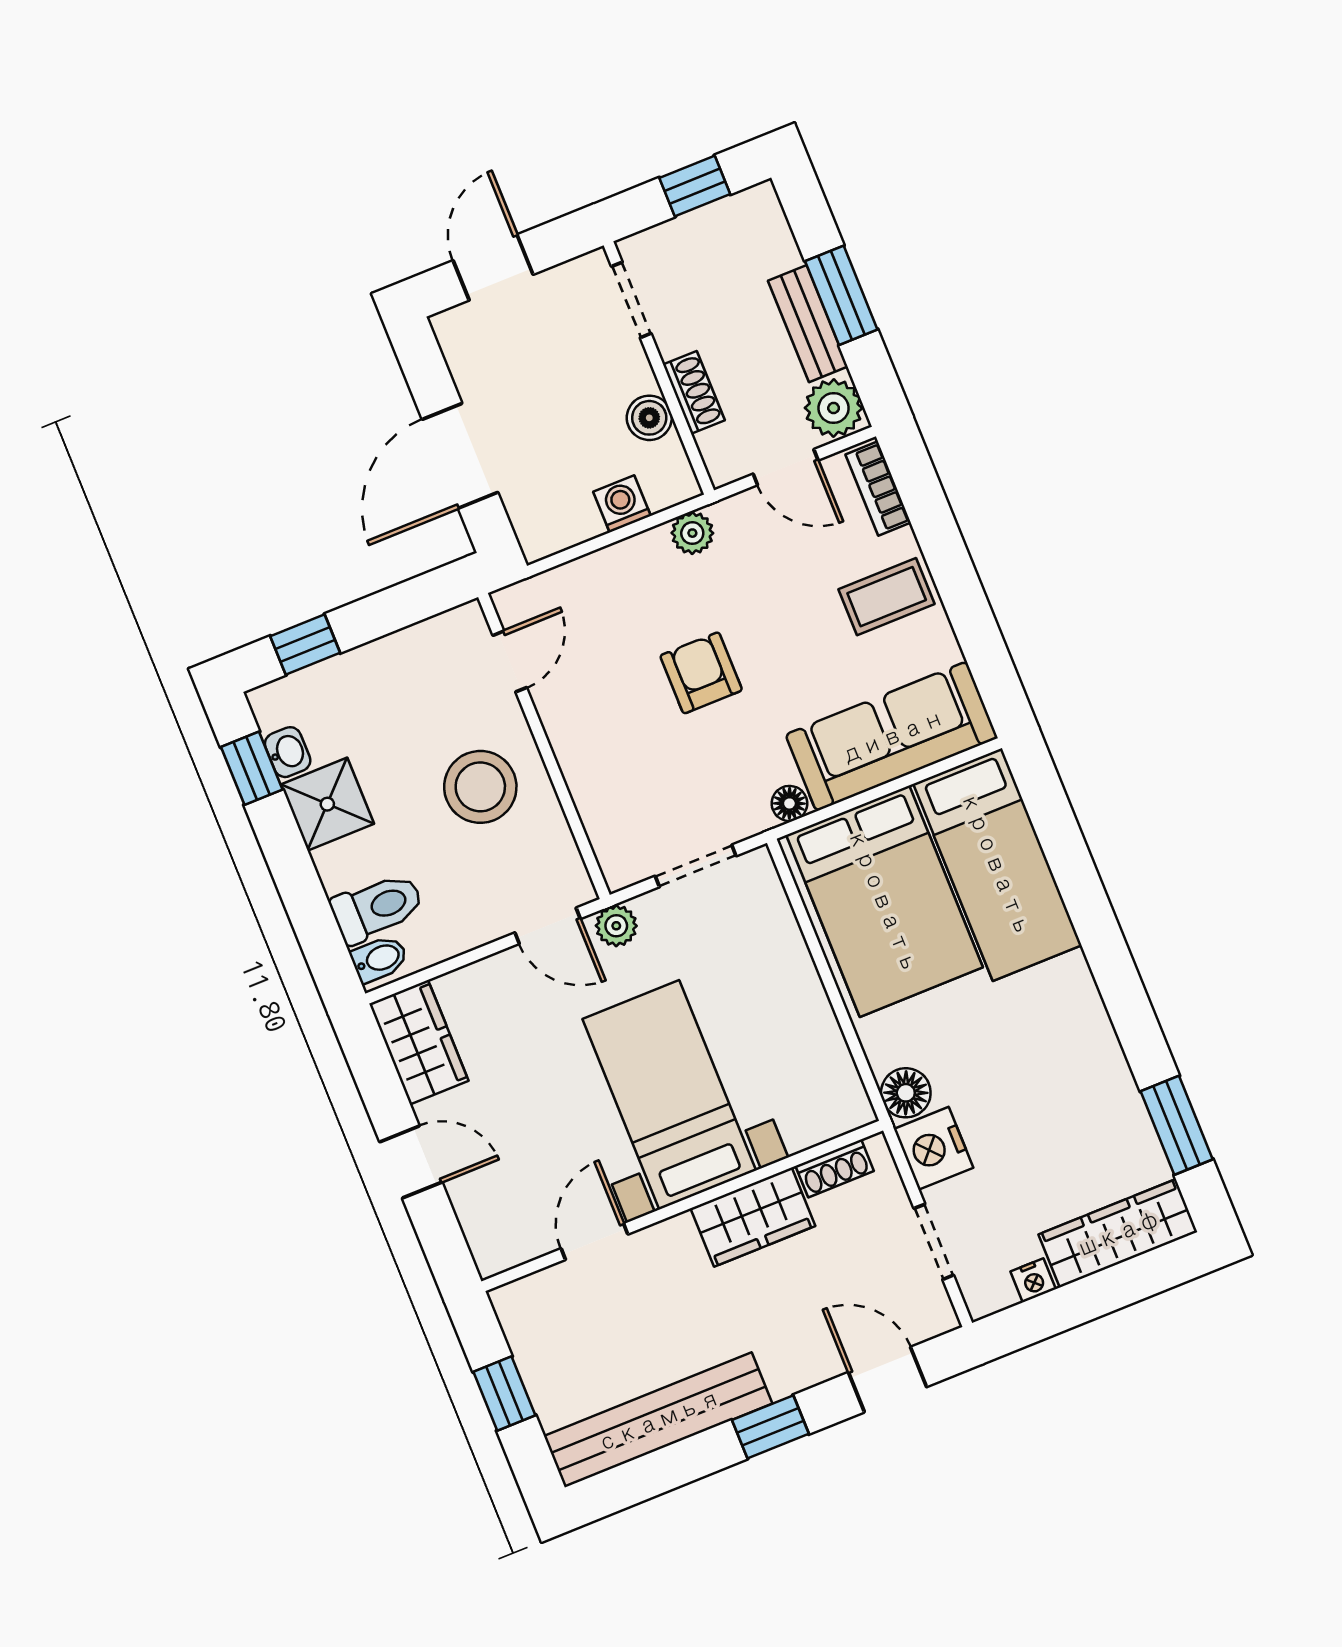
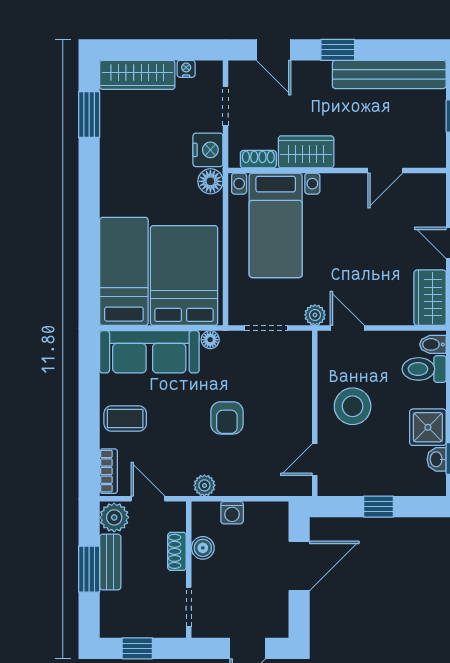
window: (305, 645) -> (379, 507), moved
bed with nightstands: (669, 1095) -> (276, 225), moved

